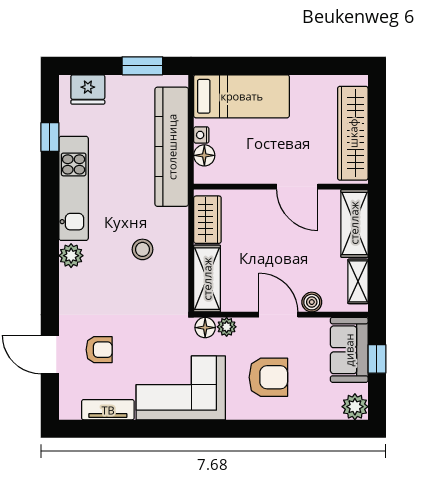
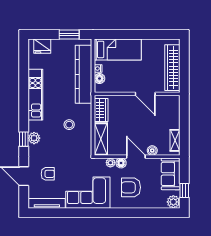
window: (50, 137) -> (24, 139), moved
shelving: (354, 223) -> (173, 112), removed
plant: (71, 256) -> (34, 138), moved
floor lamp: (205, 328) -> (121, 163), moved
window: (377, 359) -> (184, 190), moved
armchair: (268, 377) -> (131, 187), turned 180
tv unit: (108, 410) -> (47, 203), width x1.41

